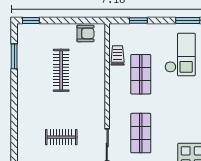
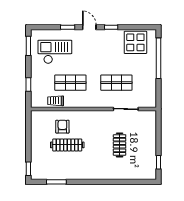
armchair: (85, 33) -> (62, 127), moved

